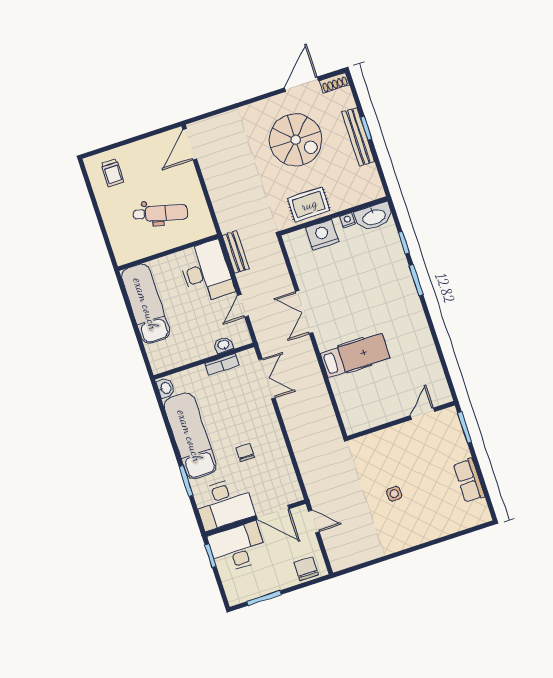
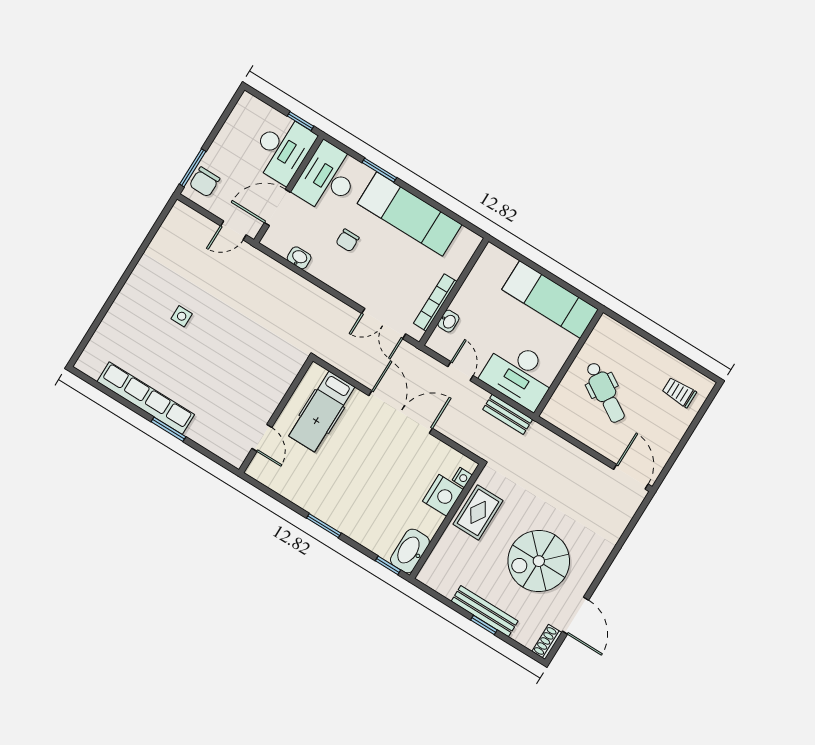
dental chair: (160, 213) -> (605, 392), turned -73
nightstand: (348, 220) -> (462, 477), moved
window: (404, 243) -> (388, 565), moved
double door: (304, 312) -> (401, 412), width x1.37
bookcase: (222, 364) -> (435, 302), width x1.56
washbasin: (166, 388) -> (299, 258), moved, turned 180
door: (423, 414) -> (262, 438), moved
wall: (401, 421) -> (276, 415), moved
chair: (245, 453) -> (347, 240), turned 90
row of seats: (469, 480) -> (146, 398), width x2.02
chair: (306, 569) -> (205, 182), turned 90
window: (264, 598) -> (193, 168), moved

